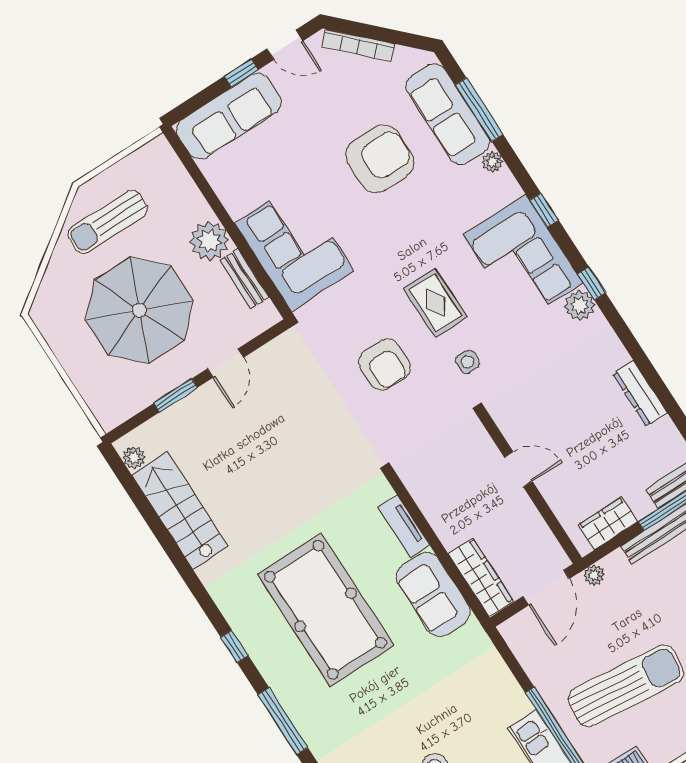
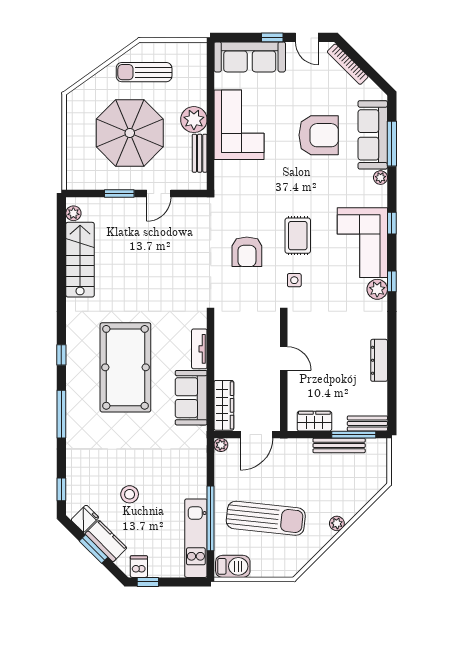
corner sofa: (294, 247) -> (239, 125), moved
plant: (594, 575) -> (221, 445), moved

